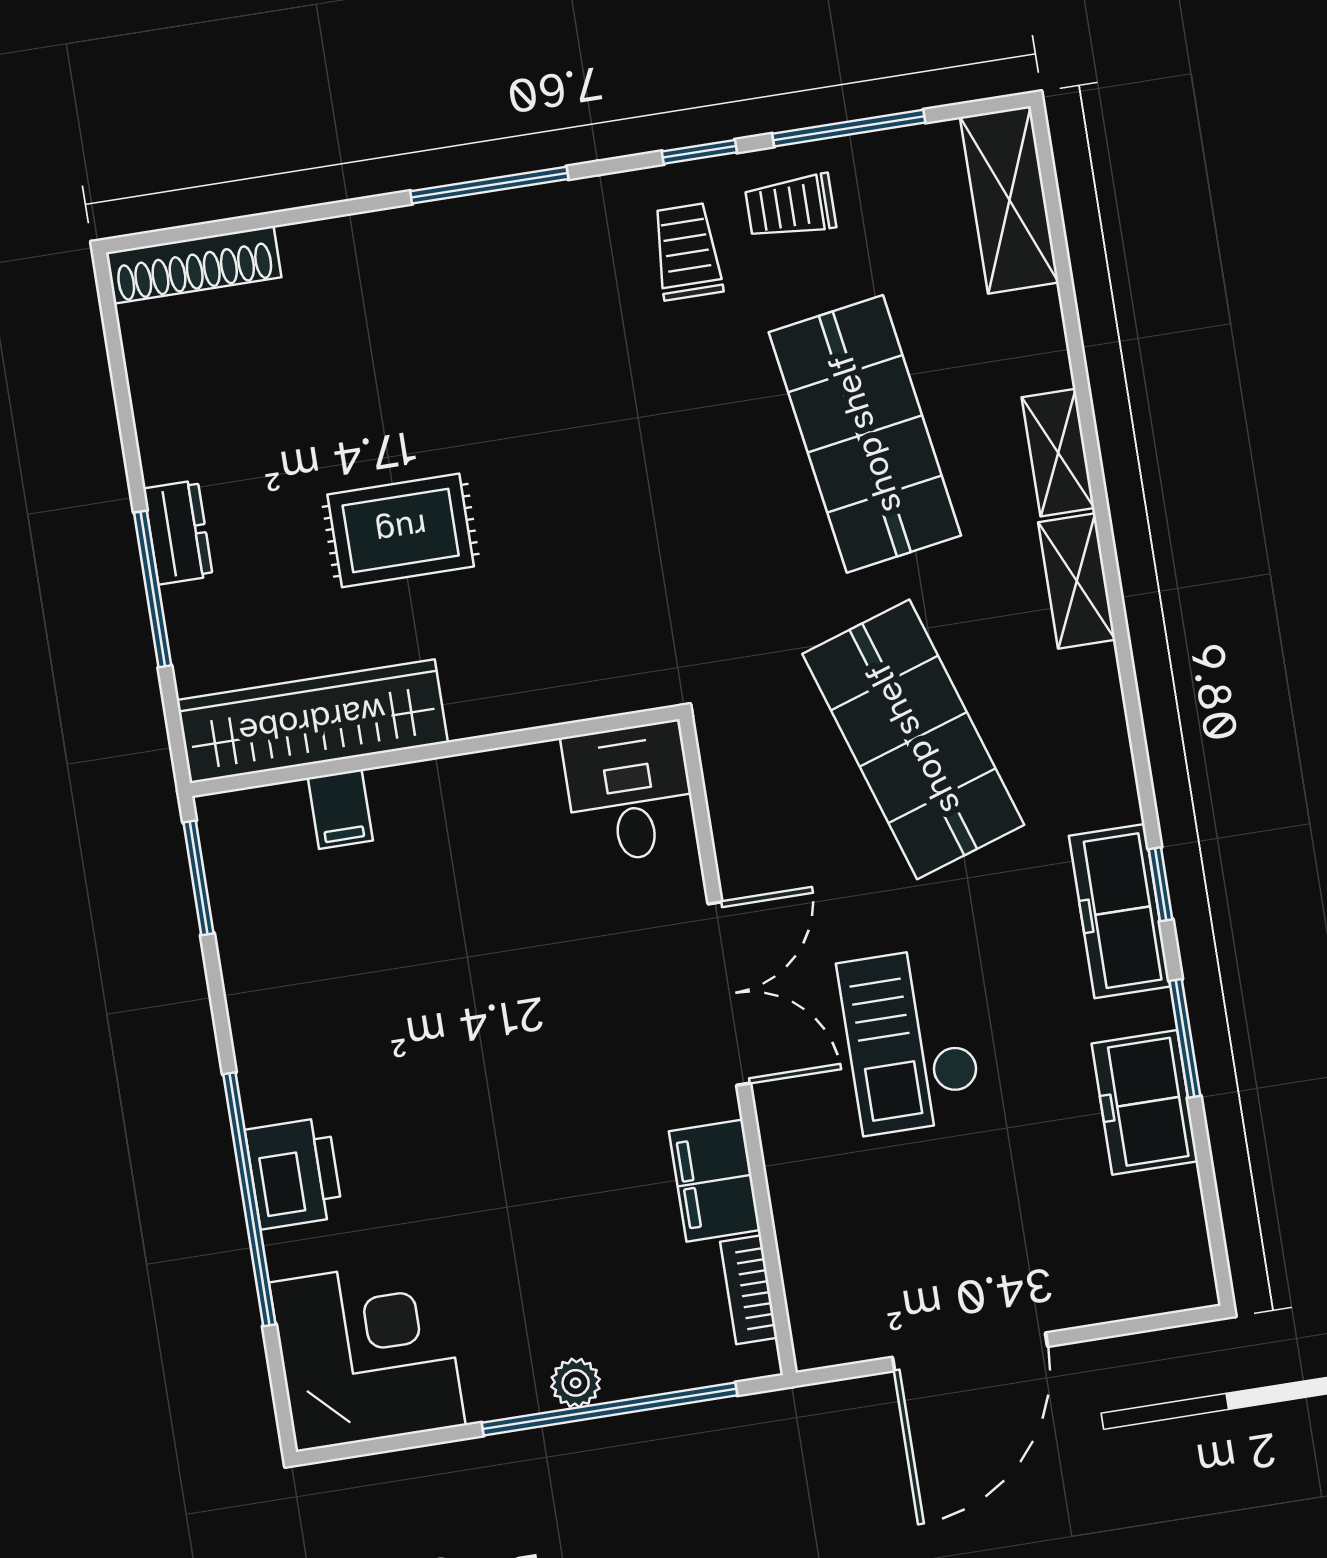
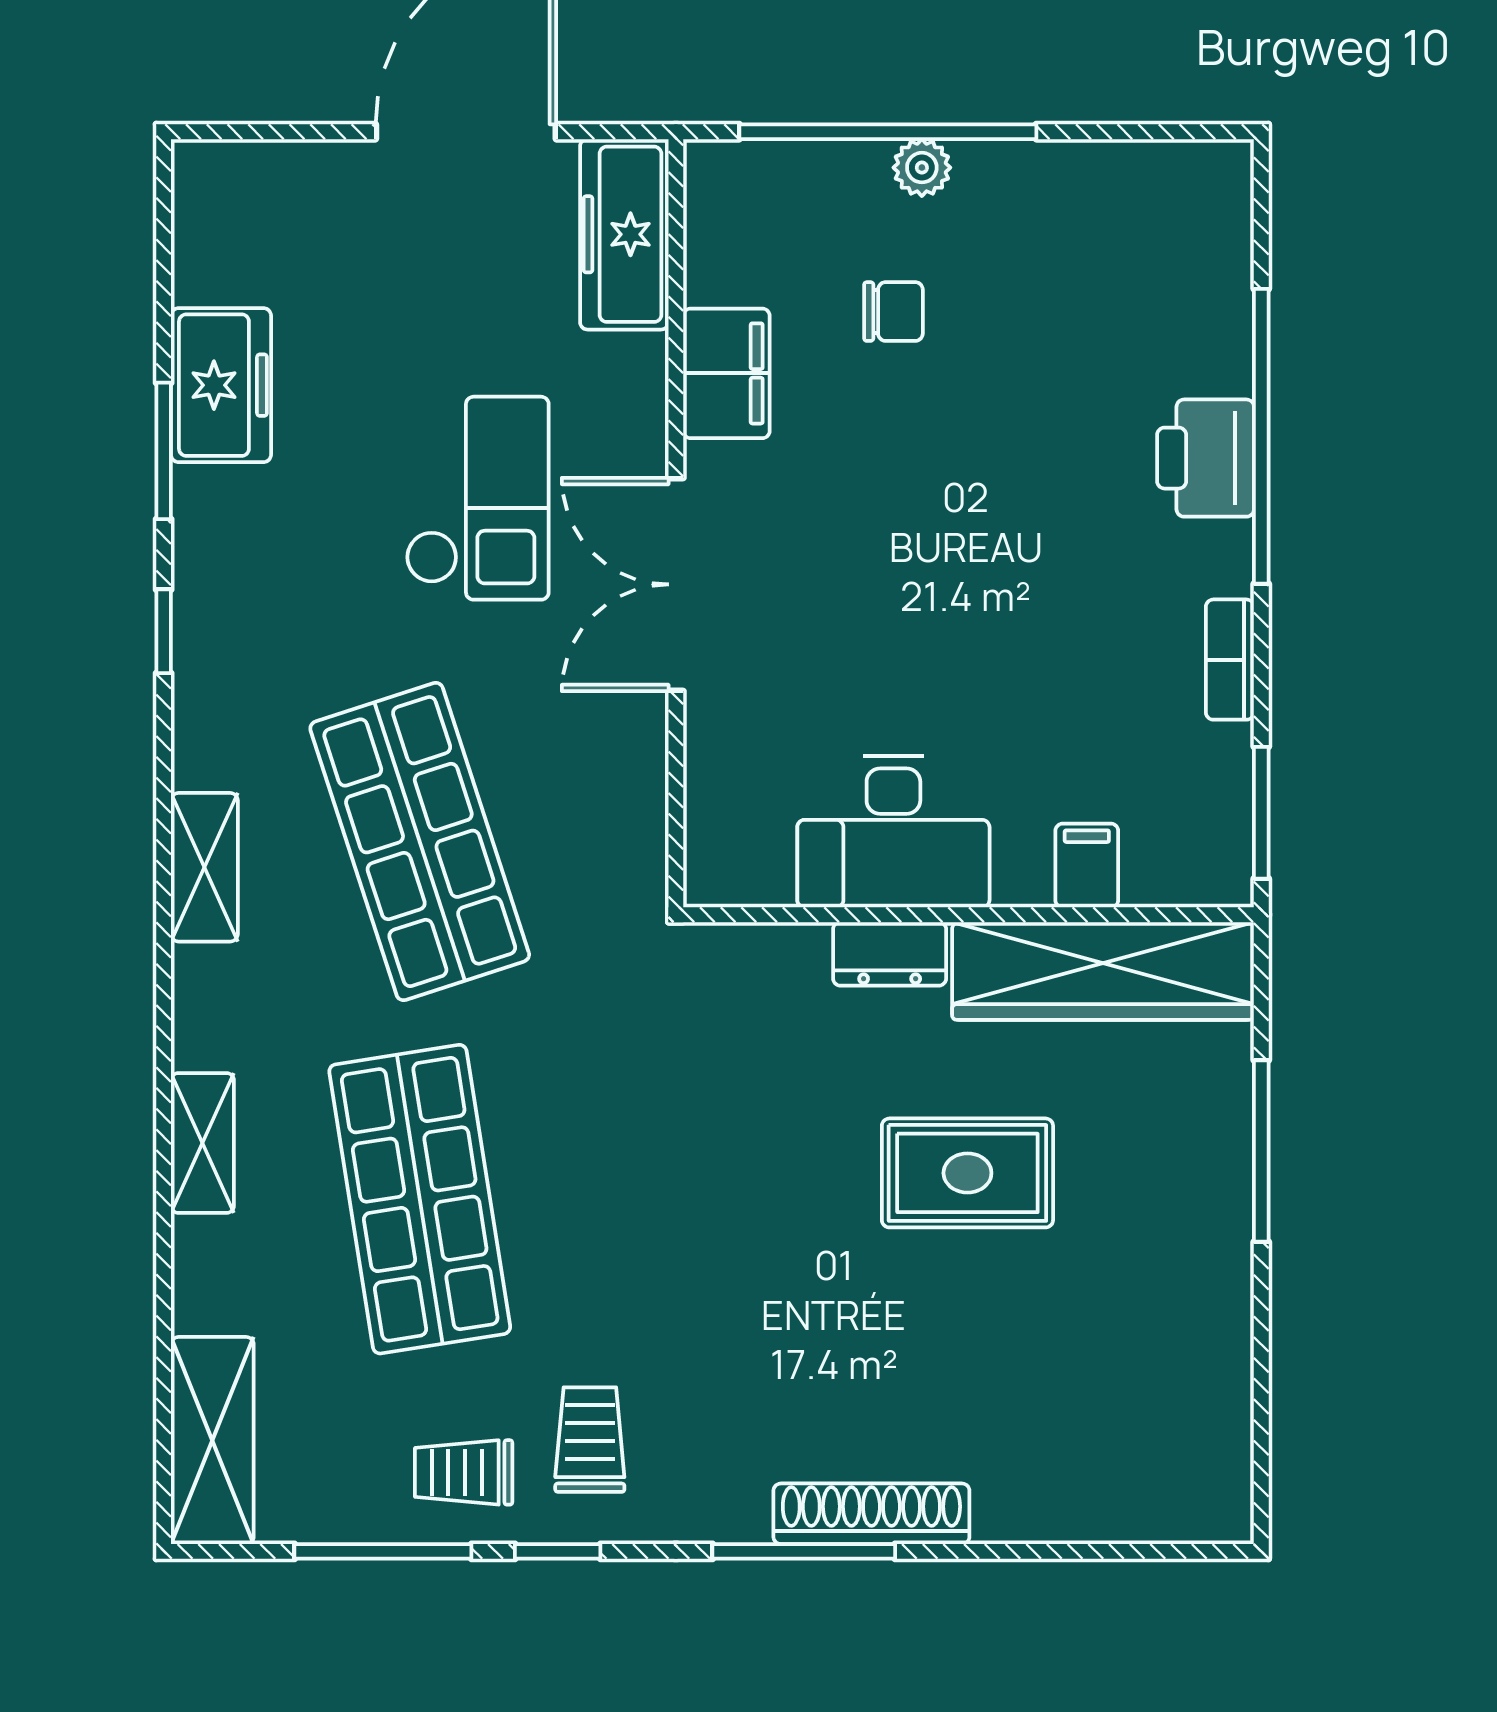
trolley: (790, 207) -> (464, 1472), turned 180
trolley: (687, 252) -> (590, 1440), turned 180
shoe rack: (194, 265) -> (871, 1514), moved
dresser: (178, 532) -> (890, 954), moved, turned -90
shelving: (1077, 581) -> (204, 867), moved
desk: (630, 793) -> (893, 832), moved, width x1.37
freezer: (1120, 911) -> (624, 234), moved, turned 180
chair: (580, 1256) -> (893, 312), added
bookcase: (749, 1290) -> (1230, 660), moved, turned 180
corner desk: (367, 1354) -> (1155, 238), removed

